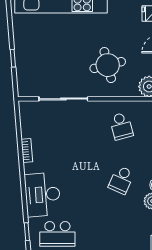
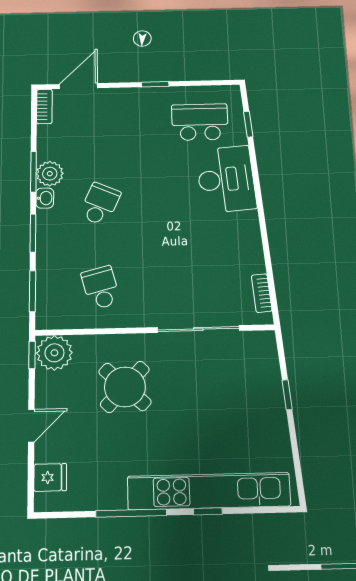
round table: (108, 65) -> (125, 387), turned -33
bookcase: (27, 150) -> (262, 293), moved

